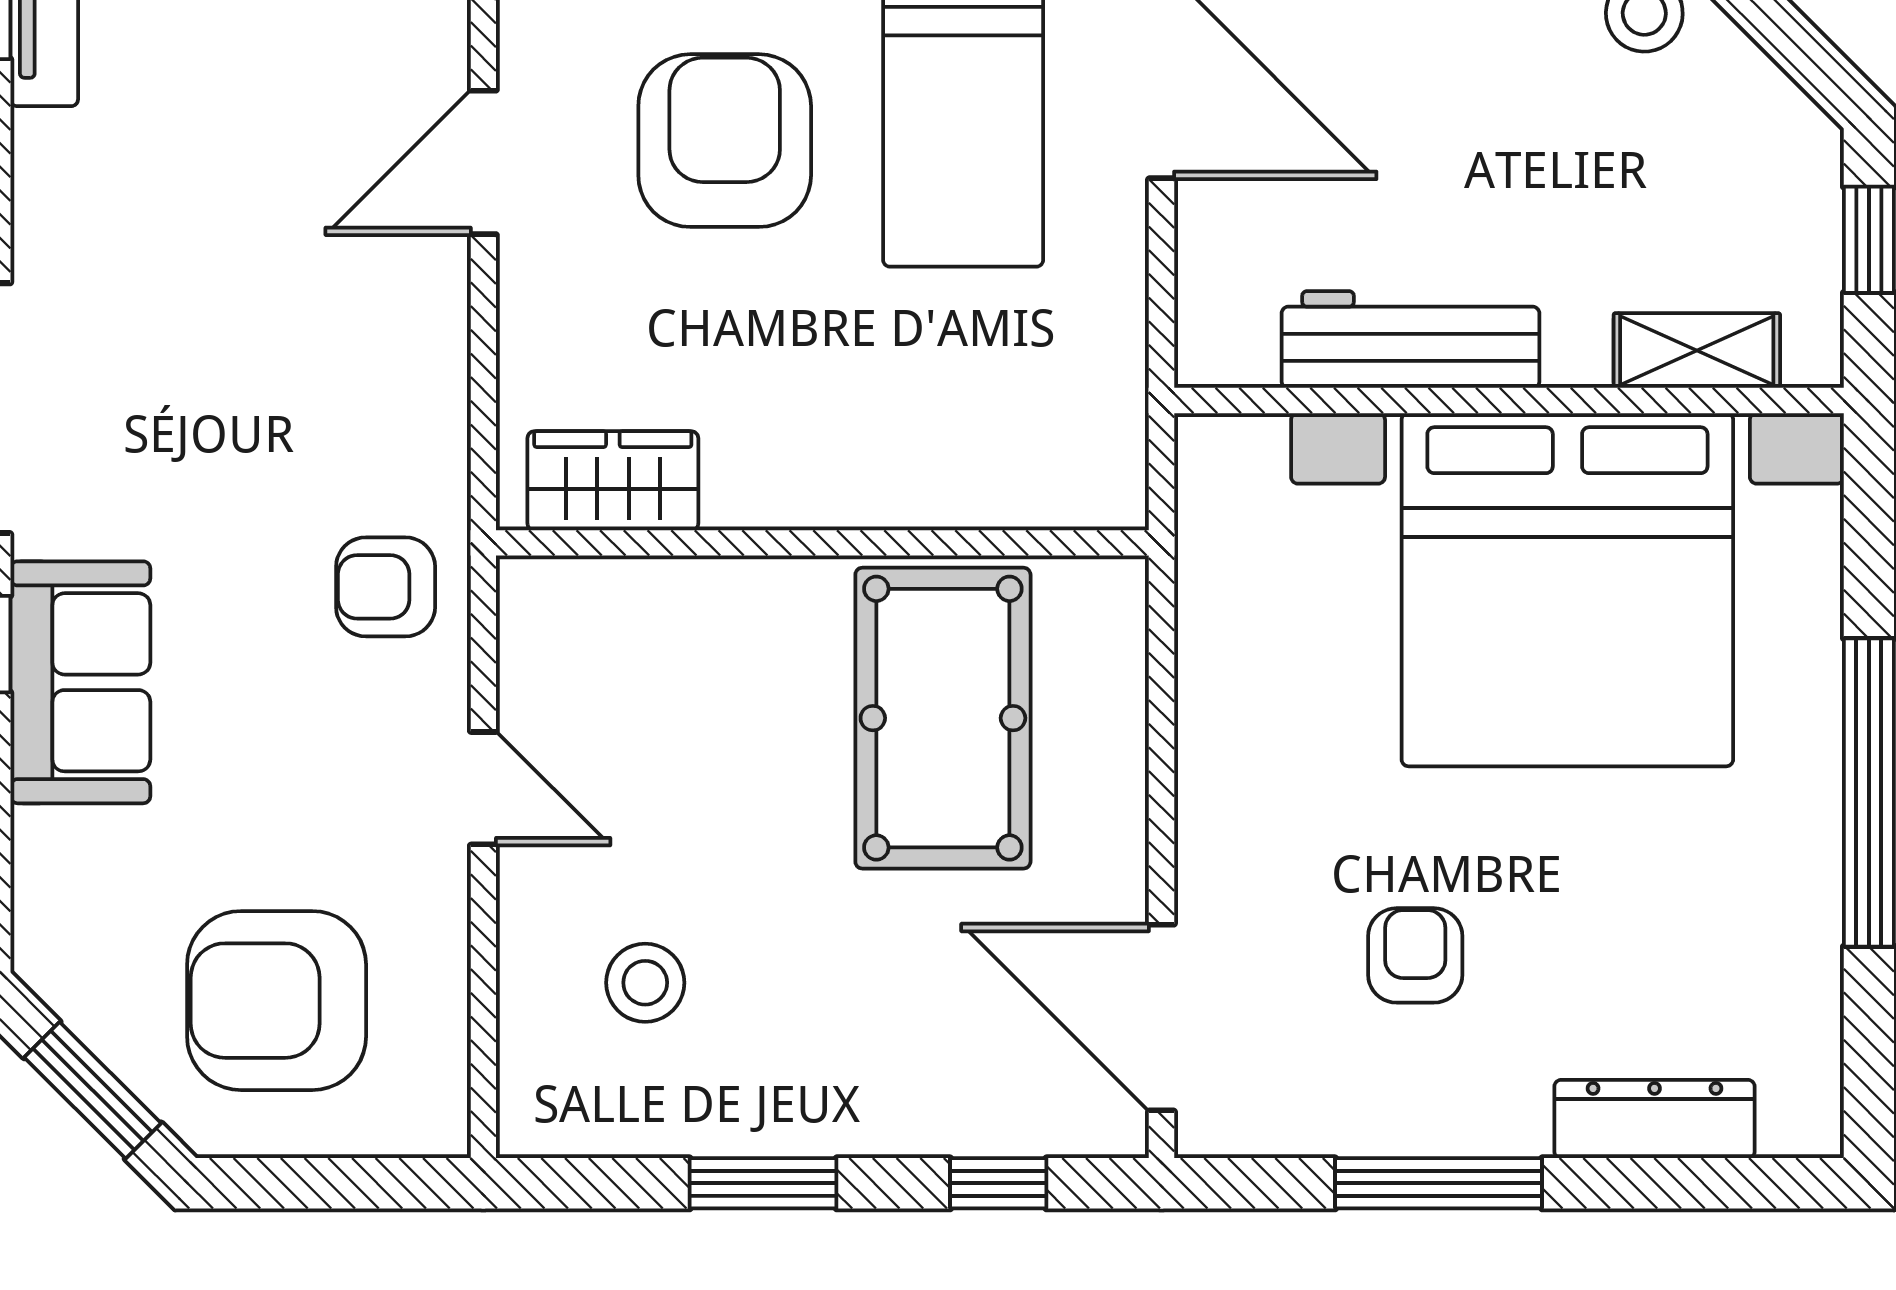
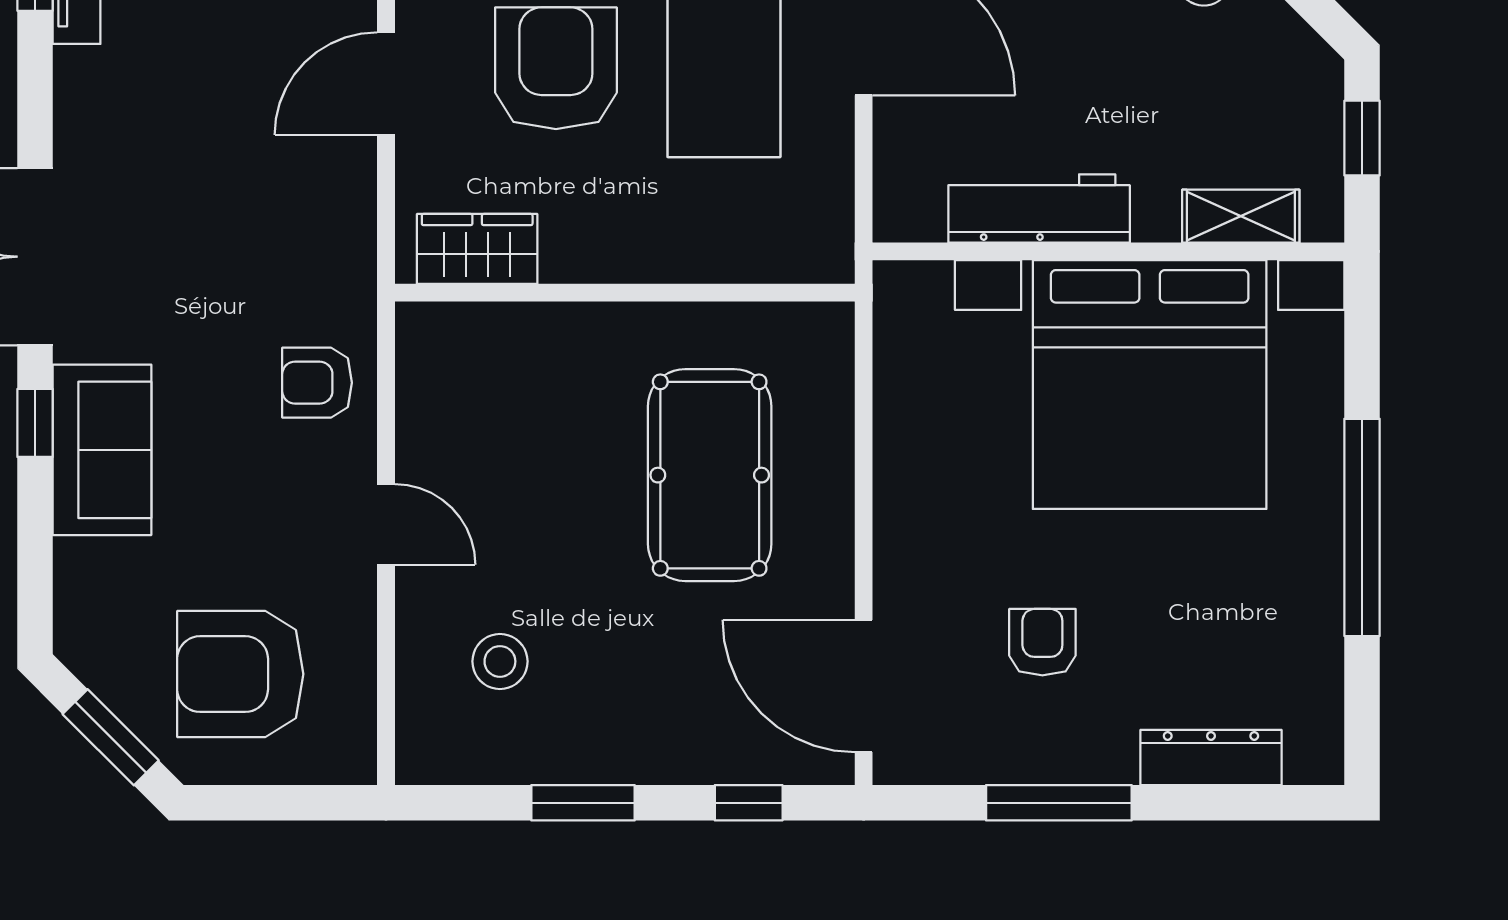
wardrobe: (613, 481) -> (477, 249), moved
wall: (822, 543) -> (625, 293), moved

